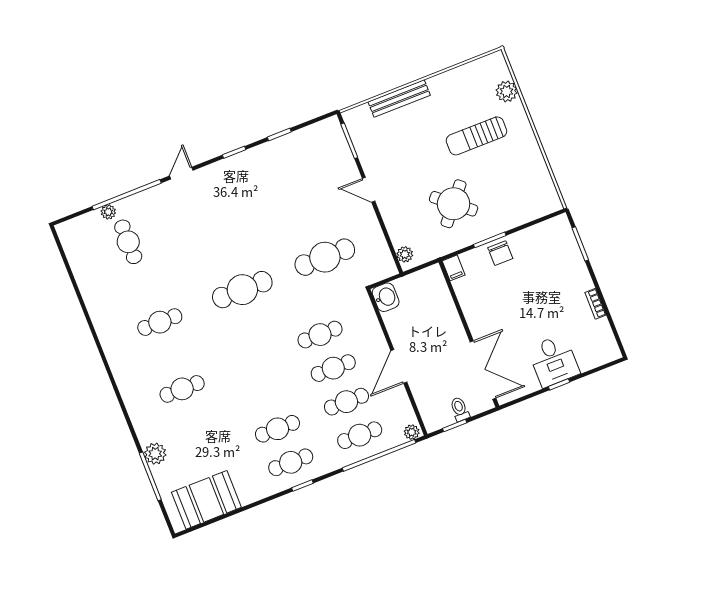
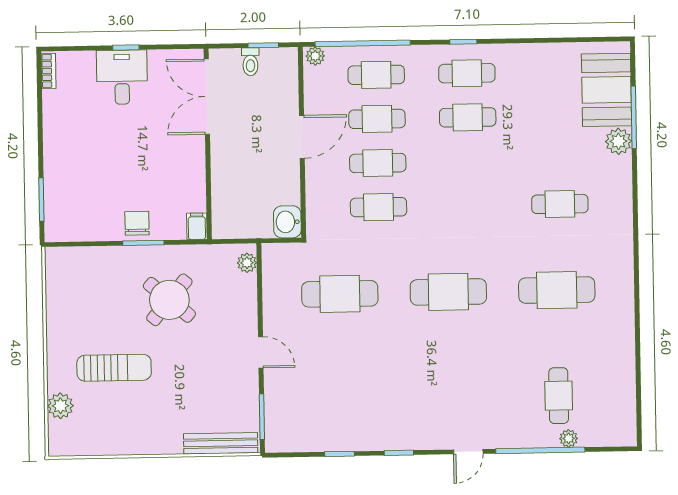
bench: (399, 98) -> (221, 443), moved
bookcase: (596, 304) -> (49, 71), moved
cafe table: (160, 322) -> (557, 290), width x1.37, depth x1.35
booth: (206, 500) -> (607, 90), moved, turned 90

